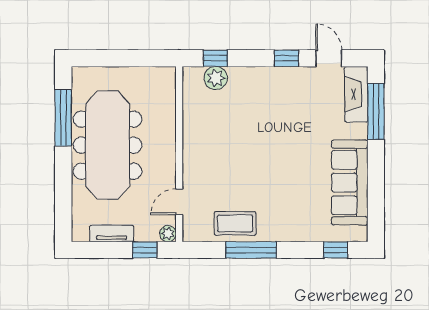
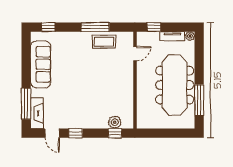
plant: (168, 234) -> (190, 36), moved

